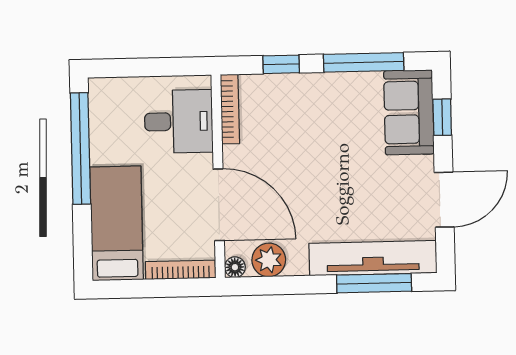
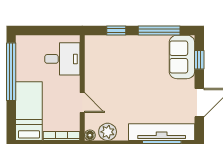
bookcase: (230, 109) -> (89, 53), removed
door: (219, 205) -> (82, 103), width x0.53

